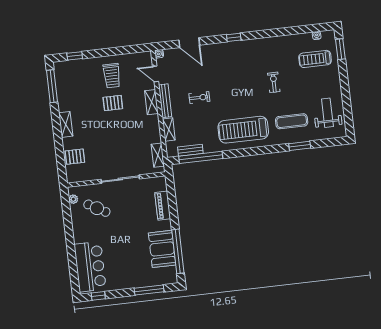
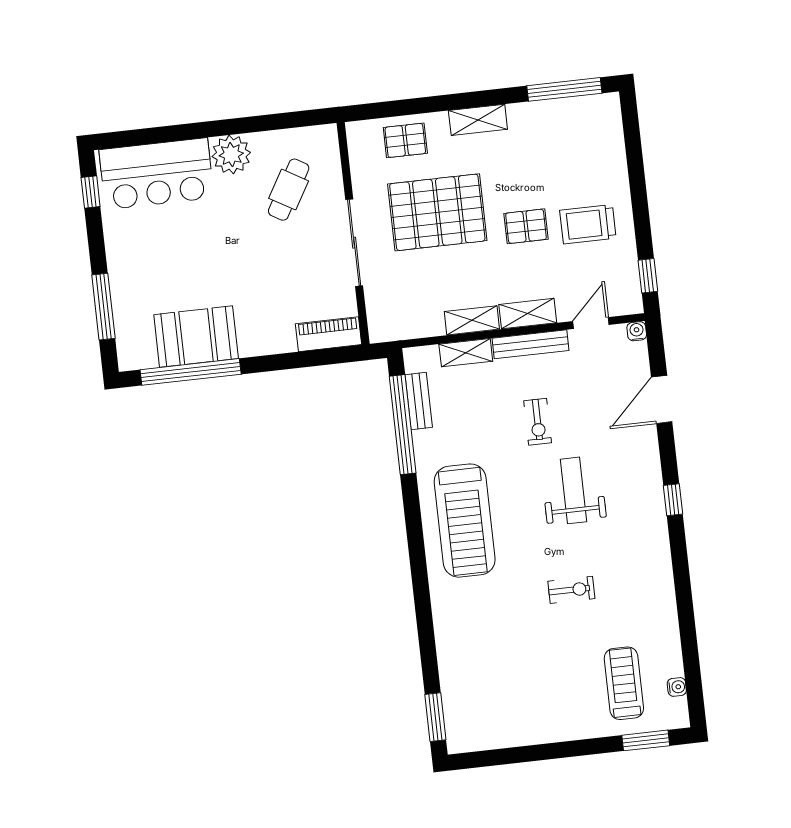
window: (75, 56) -> (648, 276), moved
pallet: (113, 103) -> (526, 226), turned 90
weight bench: (327, 113) -> (573, 490), moved, turned -90
exercise mat: (292, 121) -> (483, 630), removed
treadmill: (243, 130) -> (465, 521), turned 180
pallet: (107, 142) -> (437, 212), added
window: (300, 146) -> (435, 717), moved
shelving: (158, 155) -> (472, 320), moved
pallet: (75, 157) -> (405, 140), turned 90
plant: (73, 199) -> (231, 155), moved, width x1.88, depth x1.88
piano: (163, 206) -> (328, 334), moved

